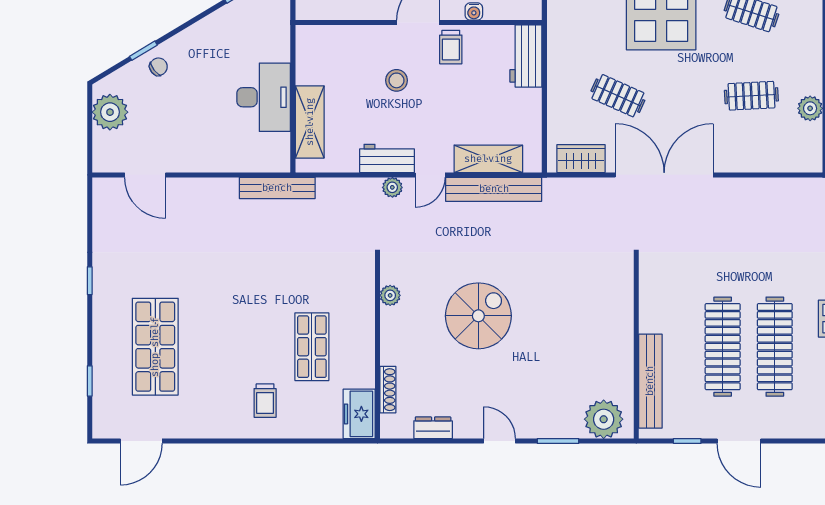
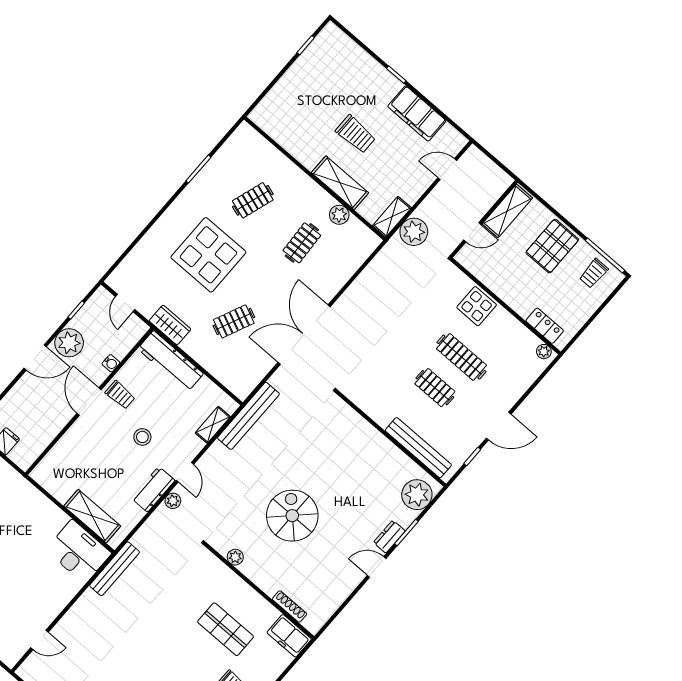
workbench: (526, 56) -> (170, 361), width x1.38
stool: (397, 80) -> (142, 437), moved
desk: (264, 97) -> (78, 552), moved
shelving: (488, 159) -> (213, 425), width x0.67, depth x0.75
wardrobe: (581, 159) -> (170, 325), moved, turned 90
door: (145, 175) -> (40, 640), width x0.73
bench: (494, 189) -> (248, 416), moved
clothes rail: (723, 347) -> (435, 388), width x0.54, depth x0.76
clothes rail: (775, 347) -> (461, 357), width x0.73, depth x0.76
dresser: (433, 428) -> (389, 537), moved

